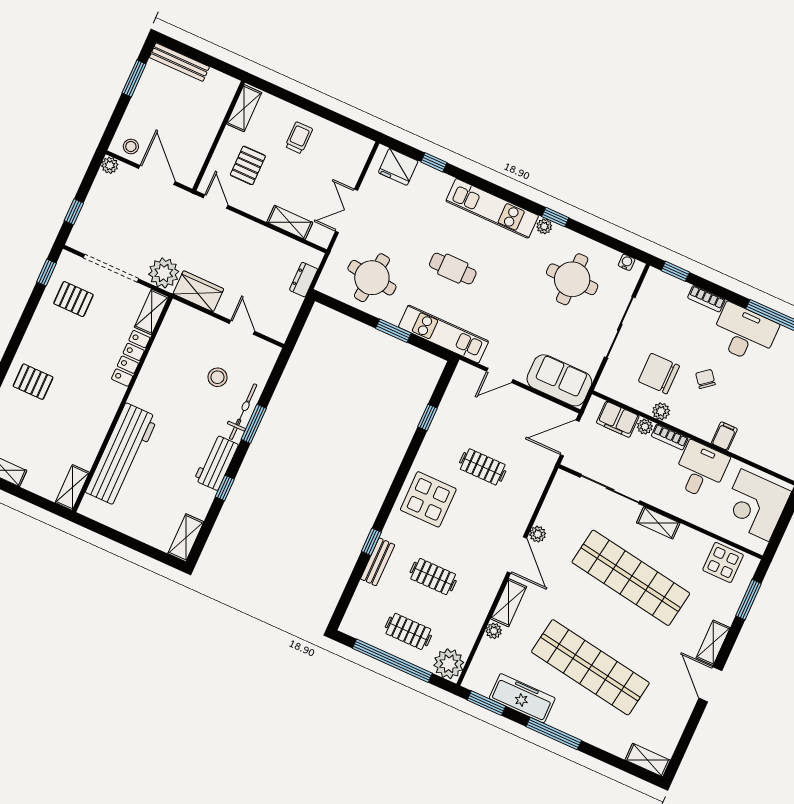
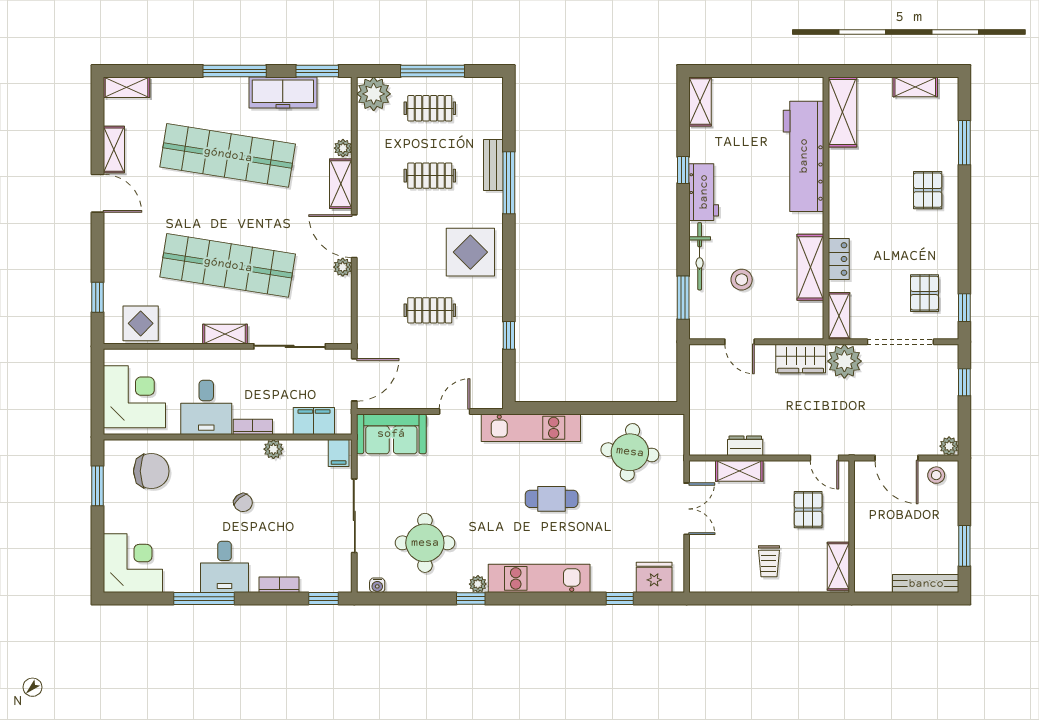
dresser: (304, 280) -> (745, 446), moved, turned -90
pallet: (73, 299) -> (925, 293), turned 90
window: (393, 331) -> (584, 408), removed
desk: (744, 333) -> (225, 567), width x0.73
locker: (131, 358) -> (839, 259), width x0.66
shelving: (157, 362) -> (810, 267), added
chair: (659, 374) -> (151, 471), moved
pallet: (33, 382) -> (928, 190), turned 90
window: (254, 424) -> (683, 298), moved
plant: (645, 427) -> (283, 426), removed
filing cabinet: (724, 436) -> (339, 453), moved
shelving: (72, 487) -> (842, 112), width x1.50, depth x1.33
window: (371, 542) -> (509, 183), width x2.17
window: (749, 600) -> (97, 297), width x0.67
shelving: (713, 643) -> (114, 150), moved
window: (392, 661) -> (433, 71), width x0.68

